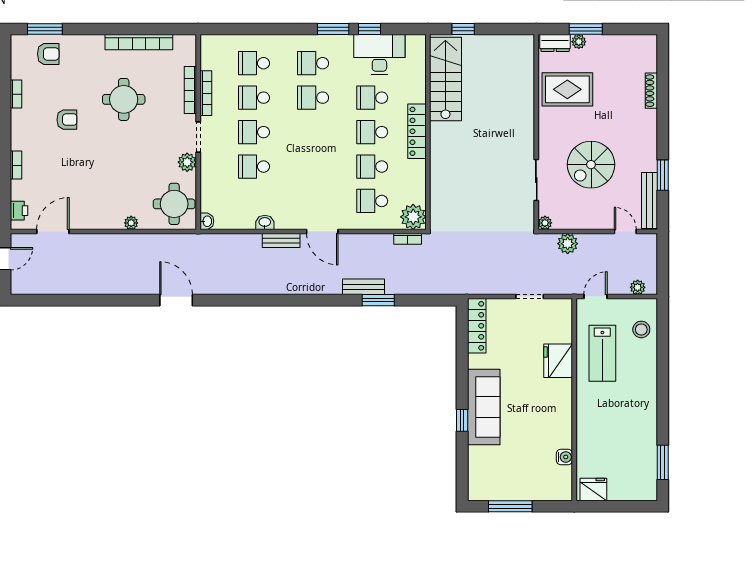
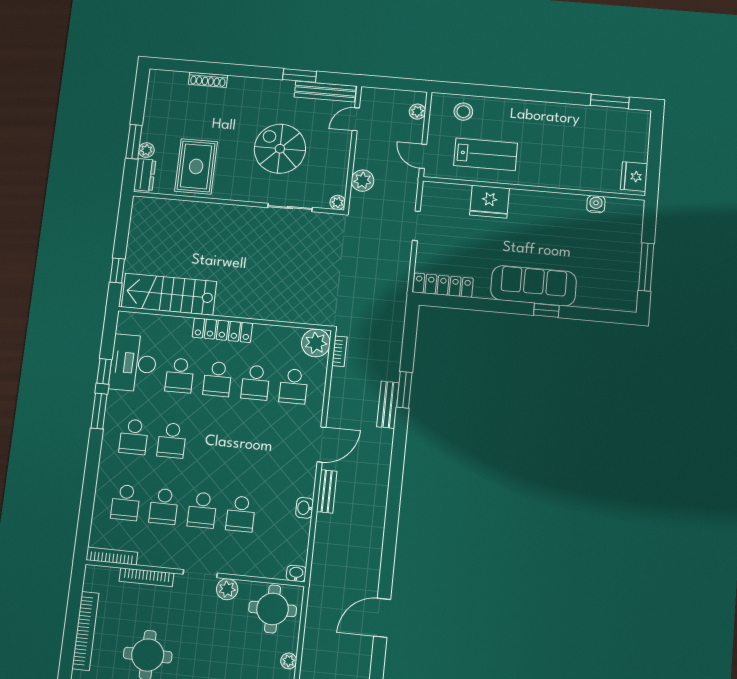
bookcase: (206, 93) -> (112, 556), moved
spiral stairs: (591, 165) -> (280, 149), turned 180

